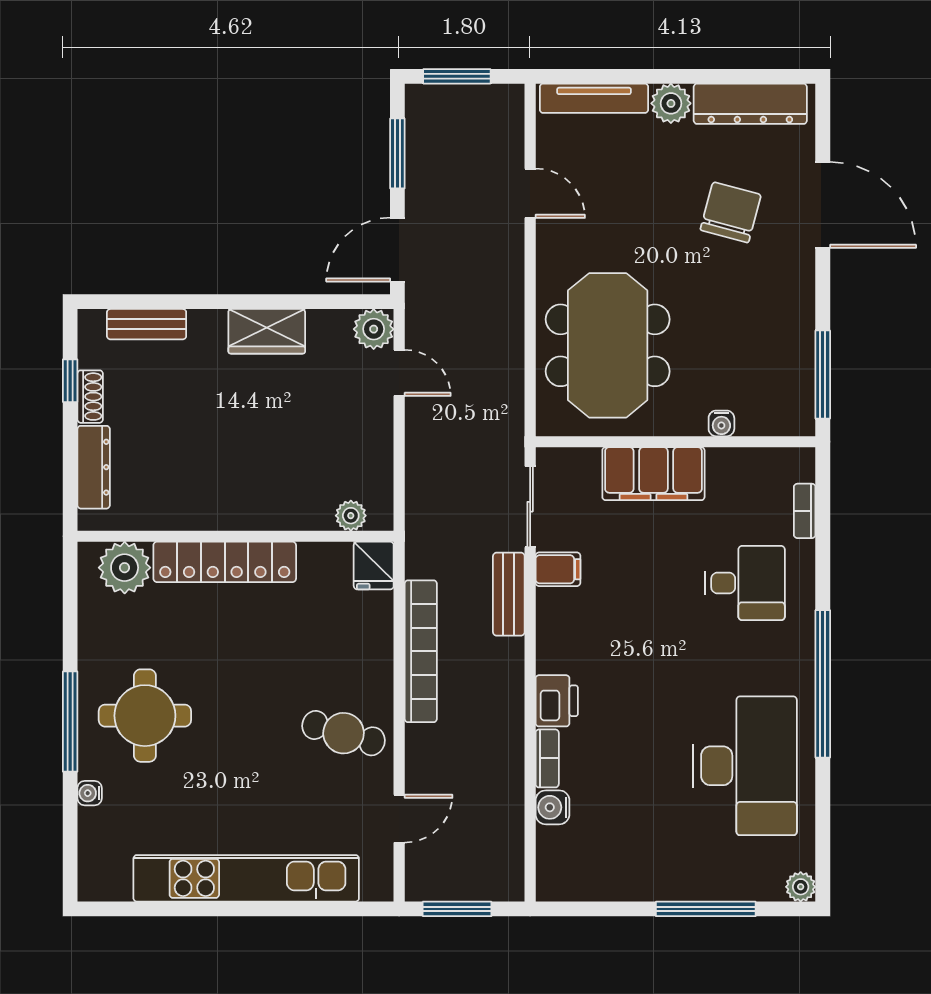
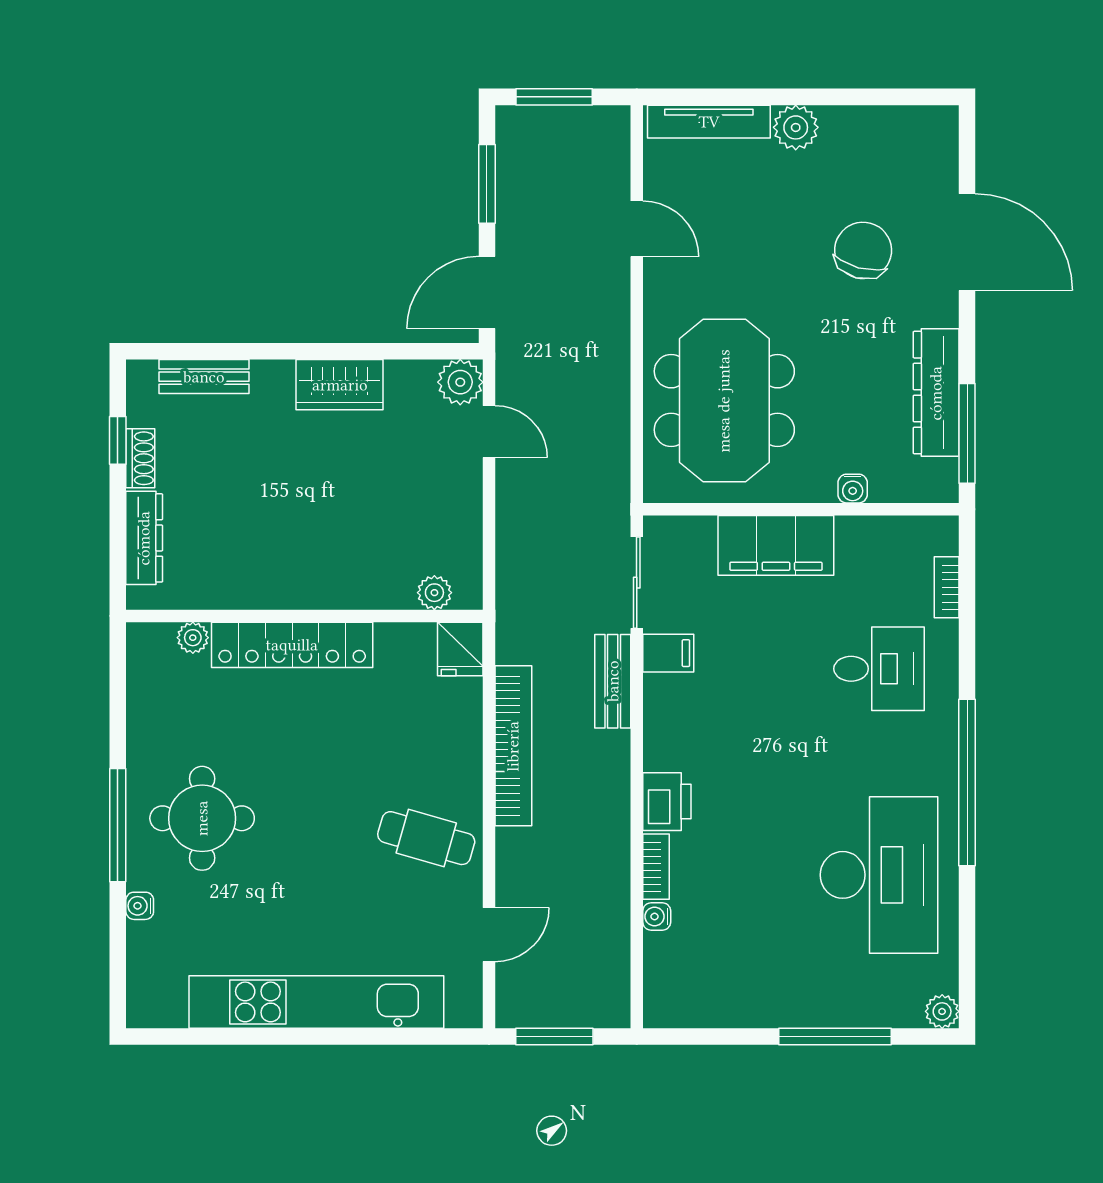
dresser: (750, 104) -> (936, 393), moved, turned 90
plant: (125, 568) -> (193, 638), width x0.53, depth x0.53
water cooler: (552, 807) -> (657, 917), width x0.72, depth x0.72

